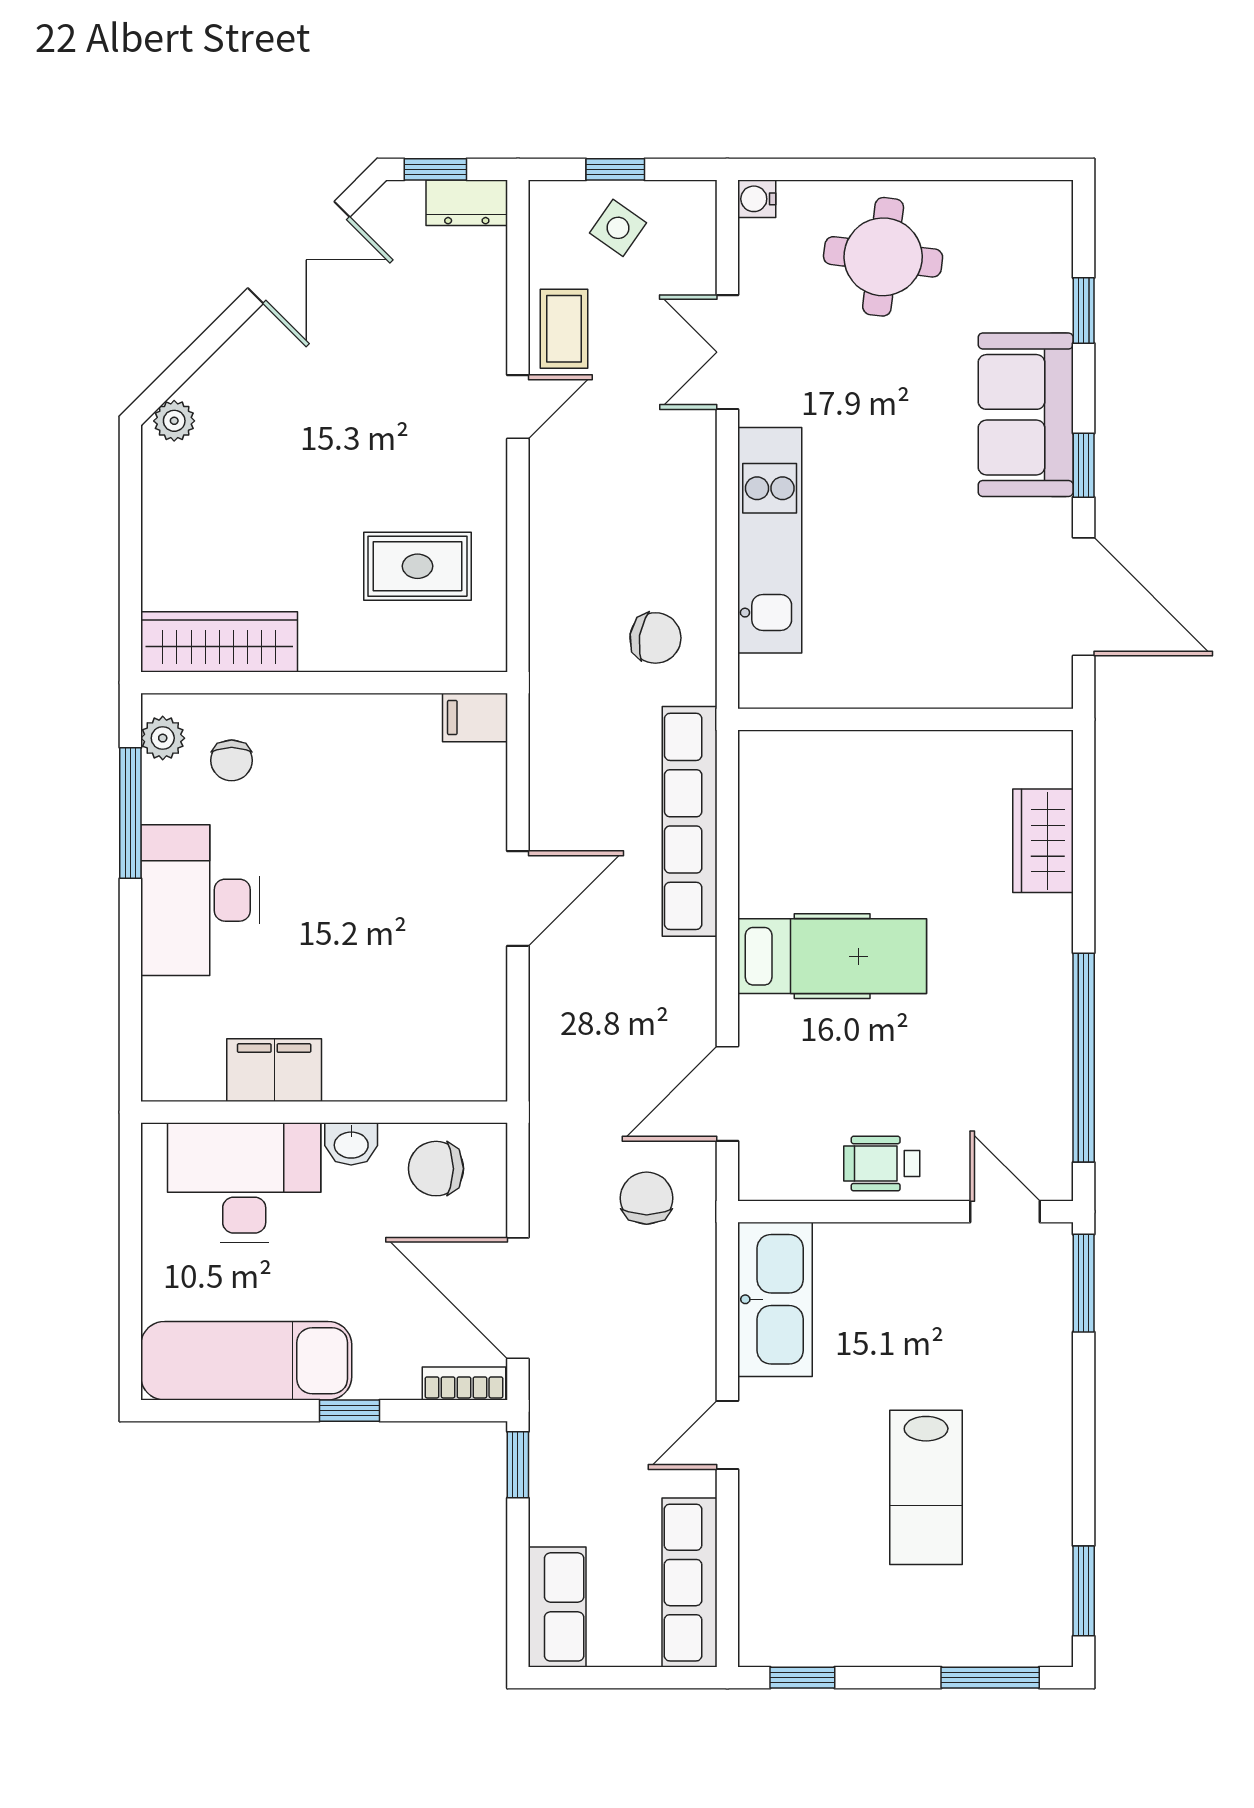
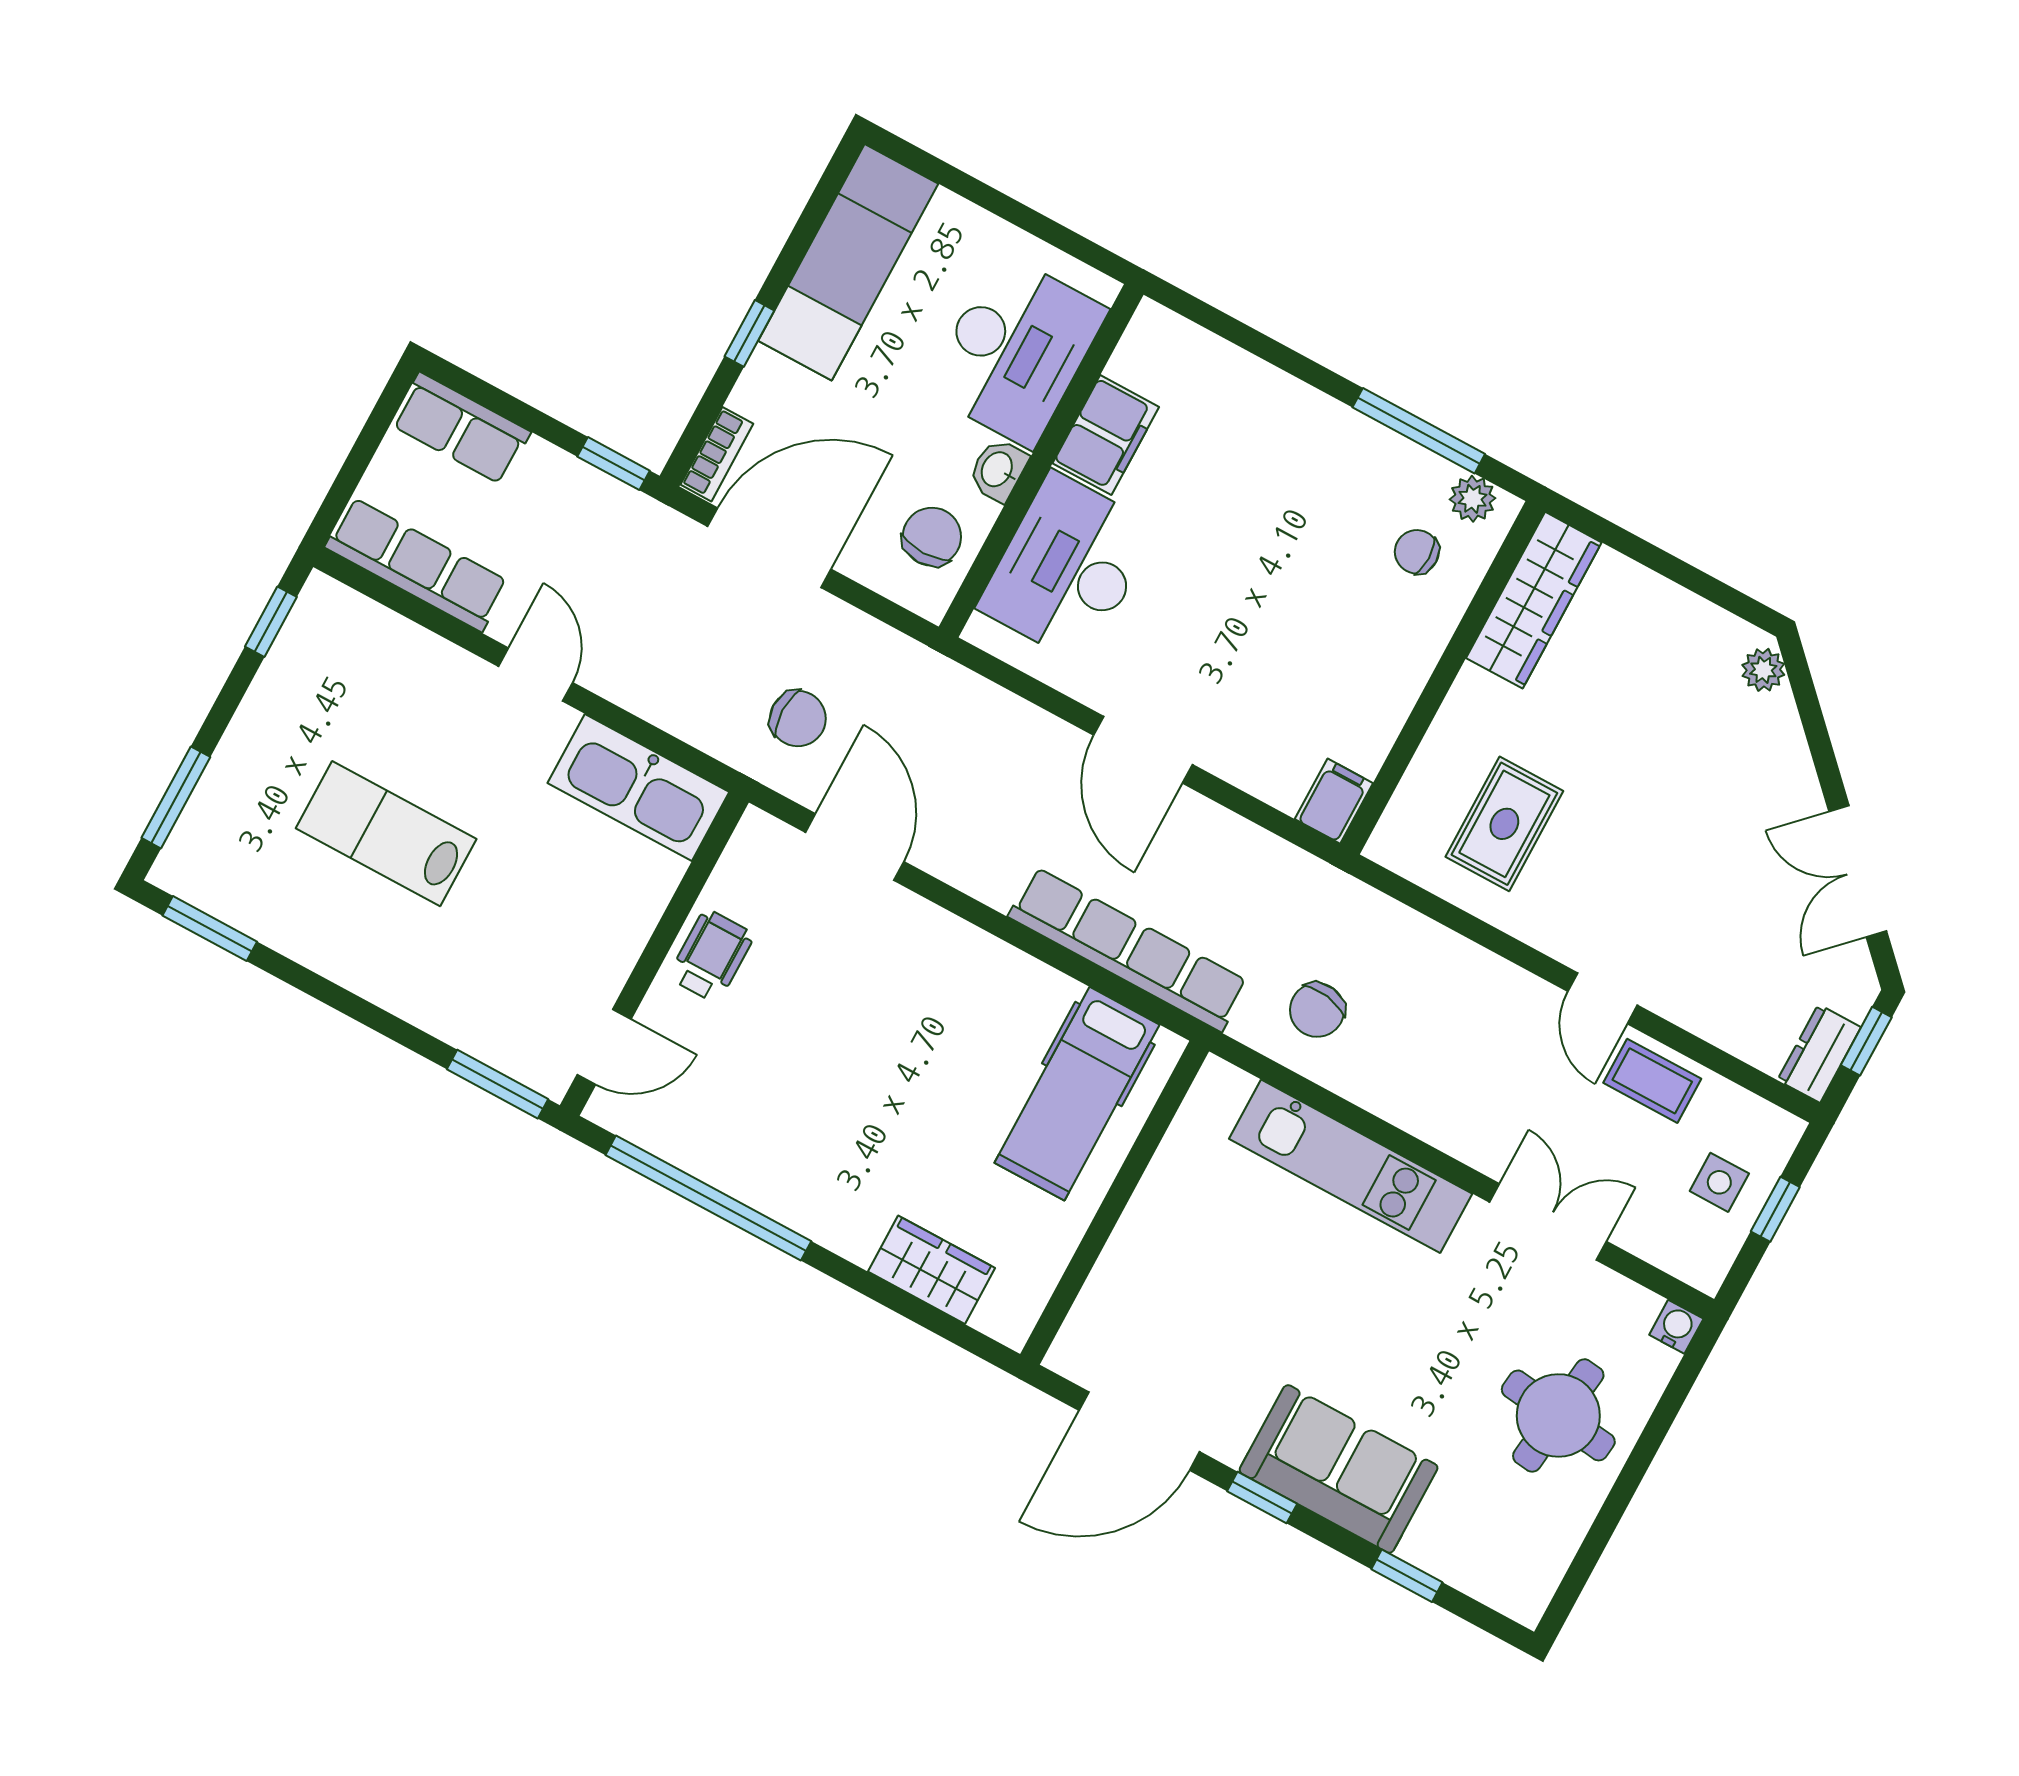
side table: (618, 228) -> (1719, 1182), turned -35
desk: (200, 900) -> (1068, 568), moved, turned -90
hospital bed: (832, 956) -> (1077, 1094), moved

